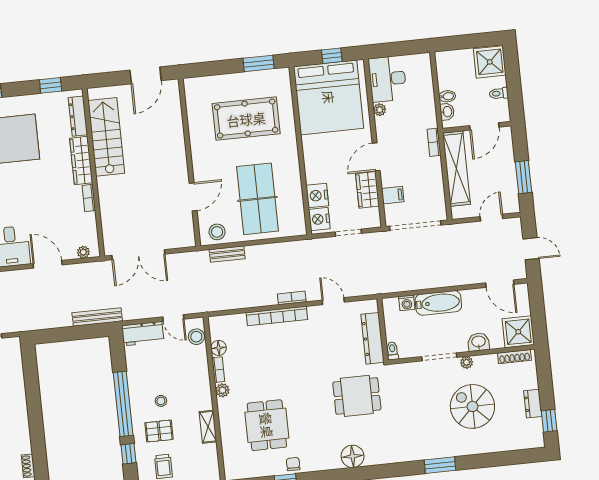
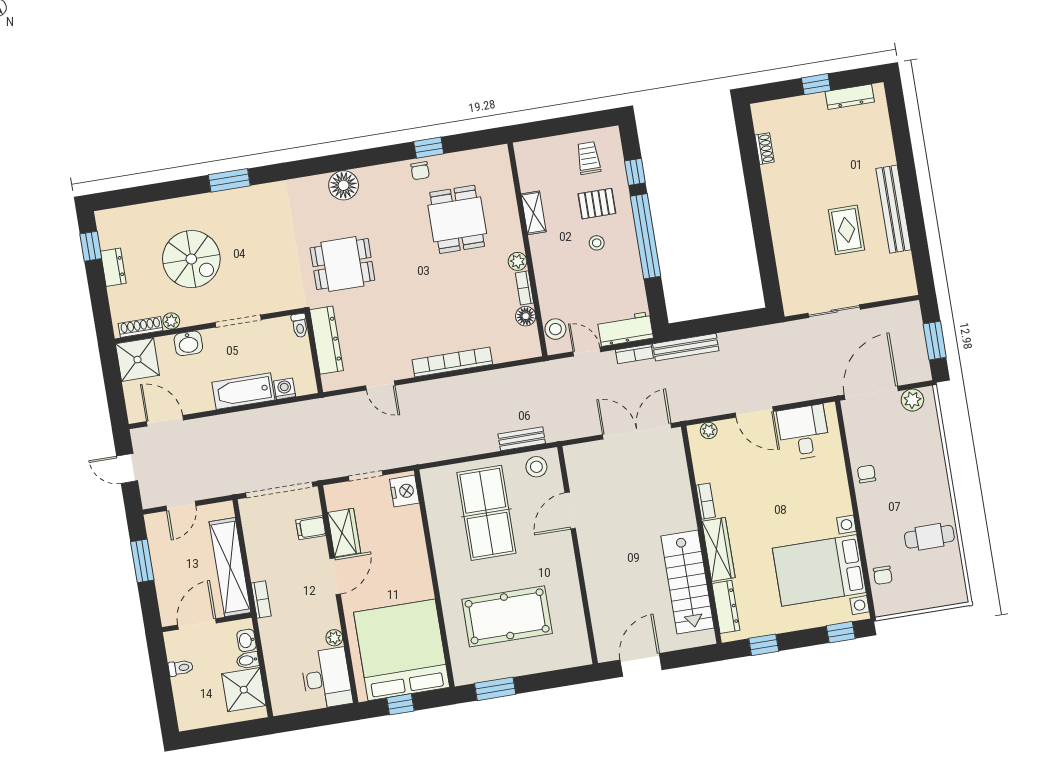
shower: (490, 62) -> (244, 690), moved
nightstand: (317, 196) -> (409, 522), removed
bookcase: (292, 298) -> (634, 354), moved
plant: (467, 362) -> (171, 321), moved

